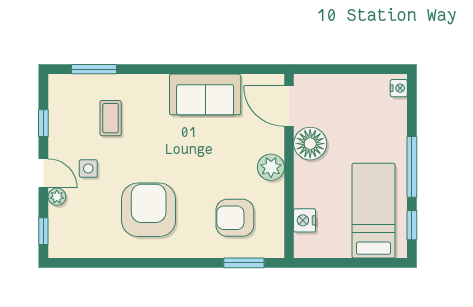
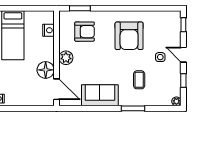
window: (94, 69) -> (133, 108), moved
coffee table: (111, 118) -> (139, 80), moved
plant: (57, 197) -> (176, 101), moved

